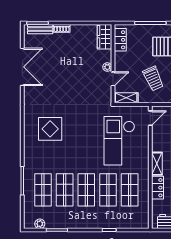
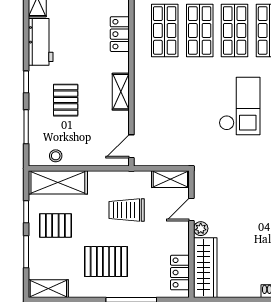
wardrobe: (104, 37) -> (205, 268), width x1.50
trolley: (153, 79) -> (127, 210), turned -66
checkout: (119, 141) -> (240, 106), moved, width x0.73, depth x0.83
shelving: (157, 164) -> (121, 92), moved

